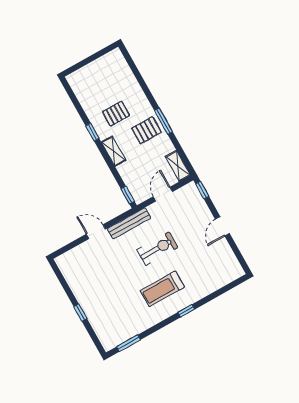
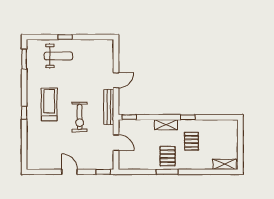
shelving: (178, 166) -> (224, 164), moved
weight bench: (105, 308) -> (58, 56), added

